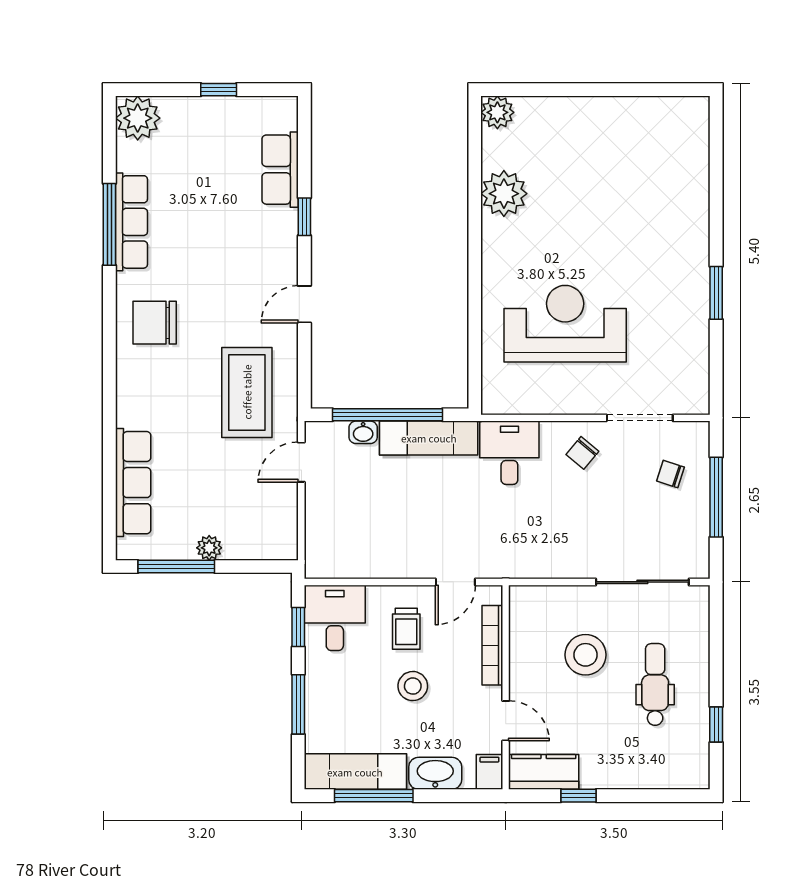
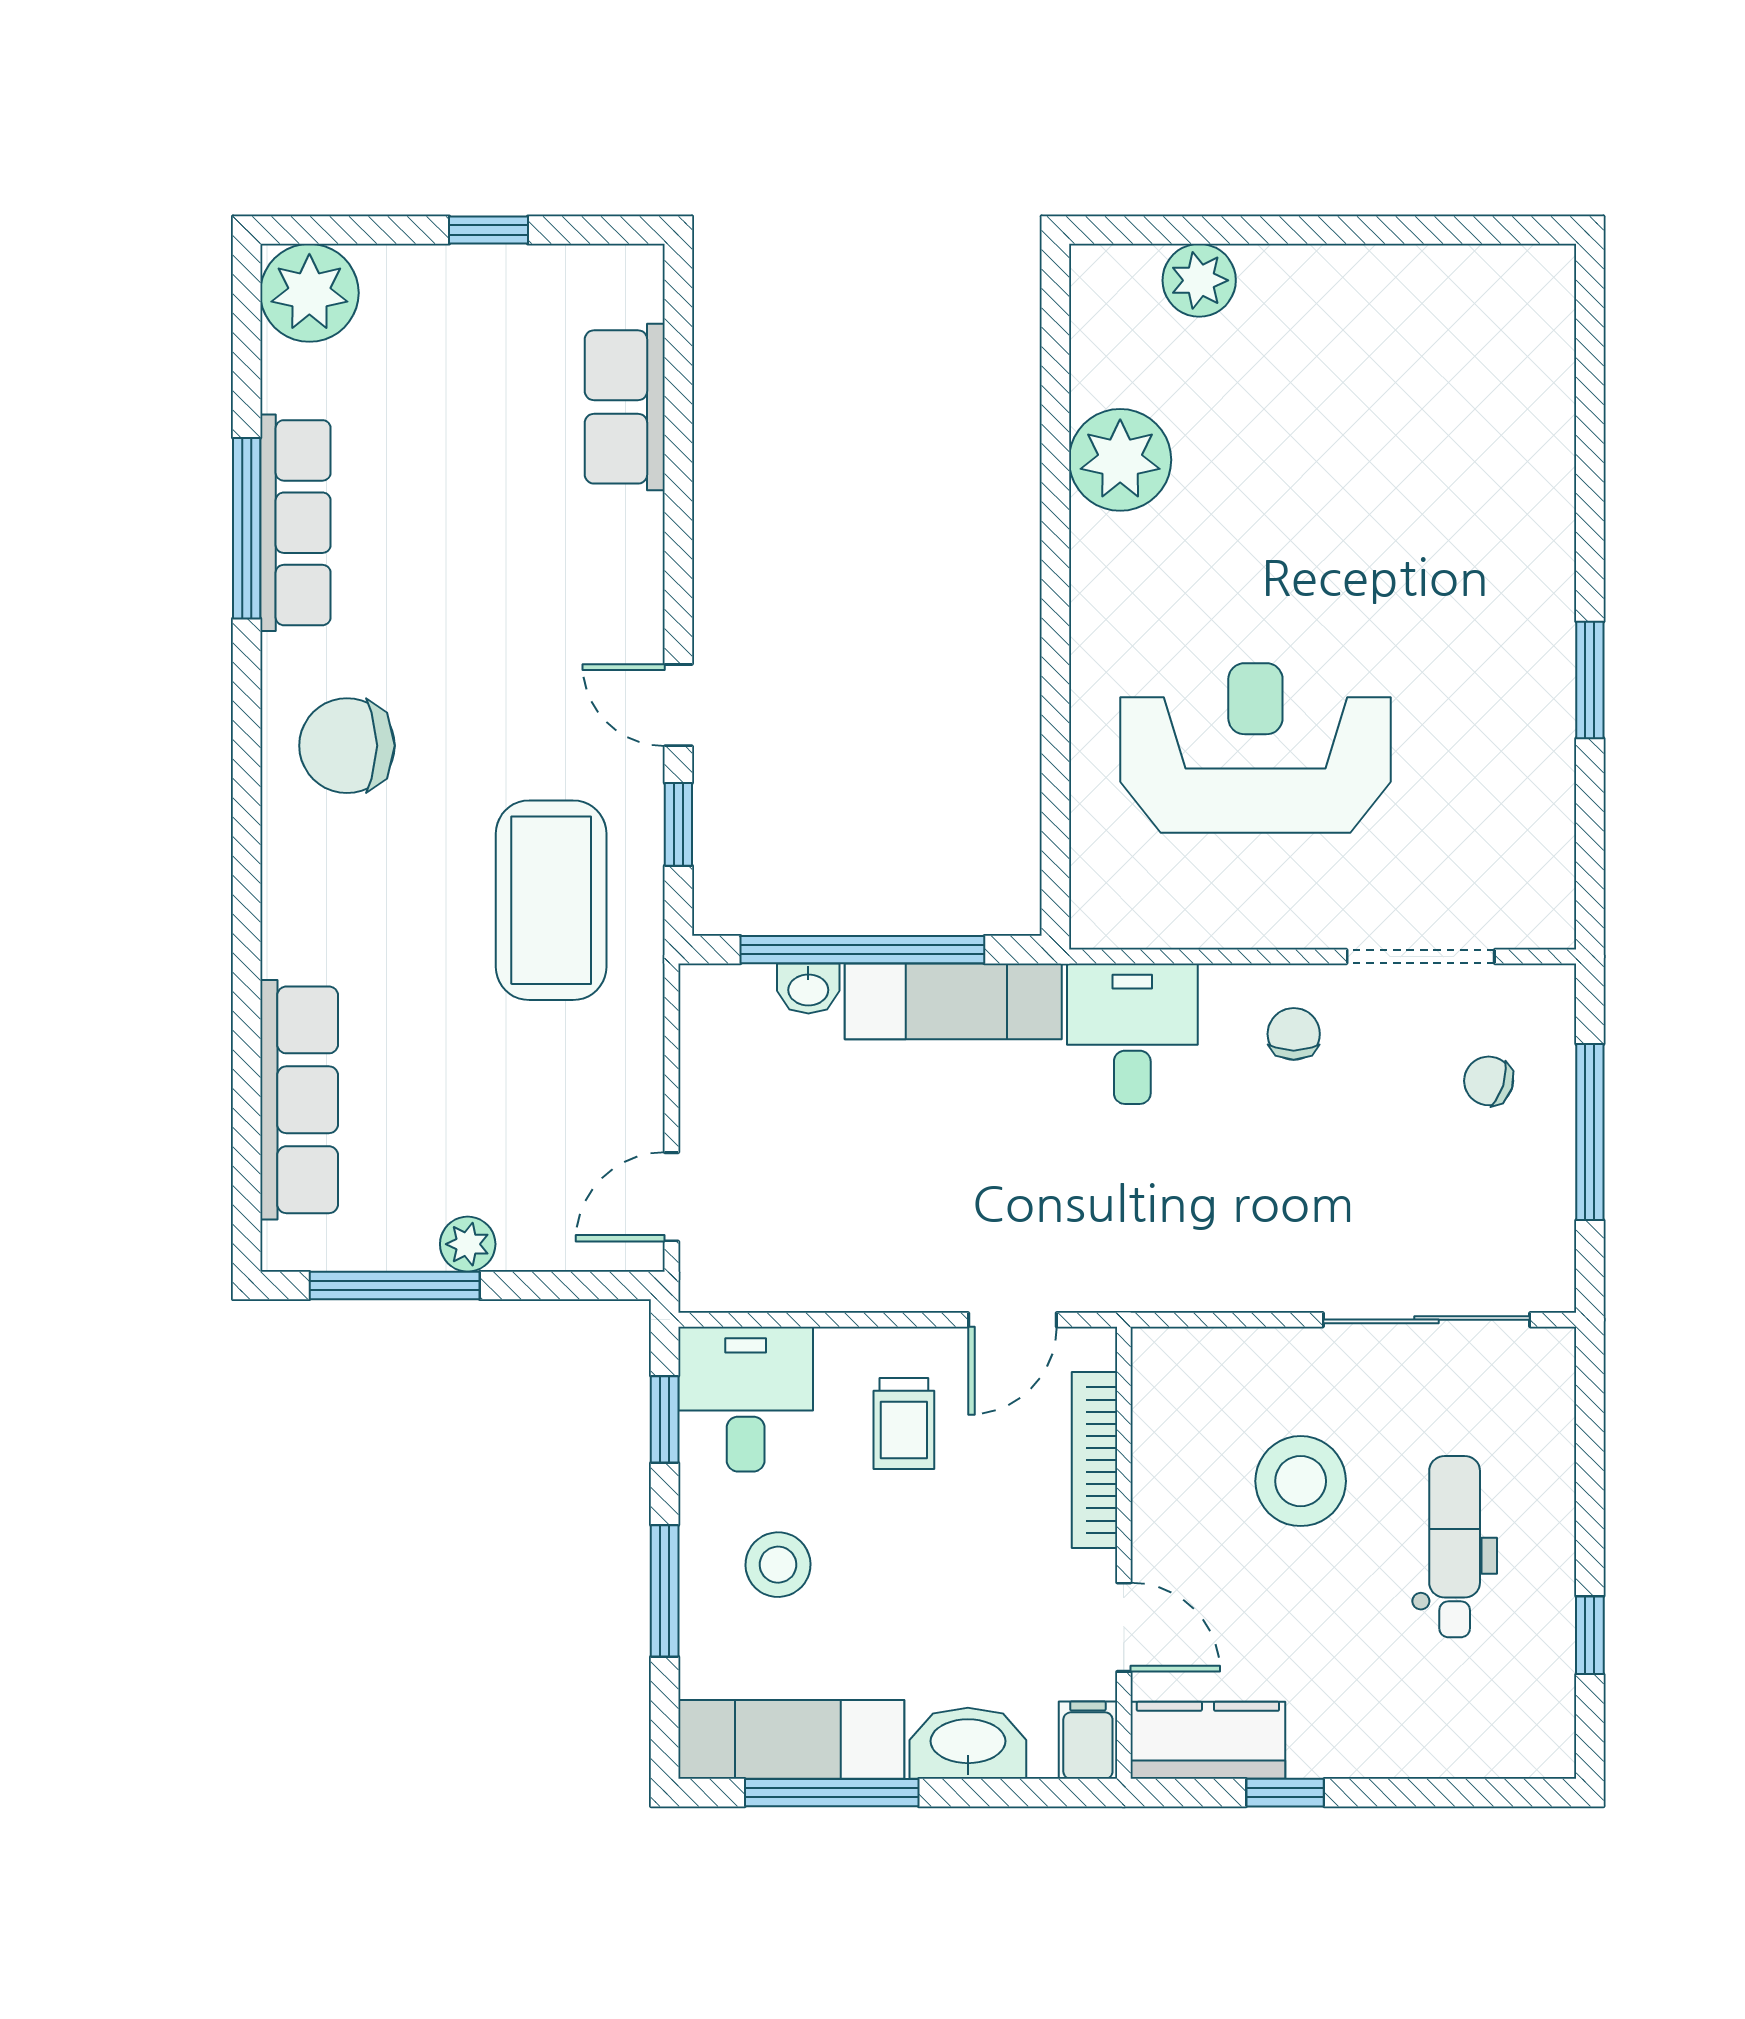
plant: (497, 112) -> (1199, 280), moved
window: (304, 217) -> (678, 824), moved
door: (304, 304) -> (678, 705), hinge flipped
chair: (582, 453) -> (1294, 1034), turned 140
door: (301, 462) -> (672, 1197), moved
stool: (413, 686) -> (778, 1565), moved

